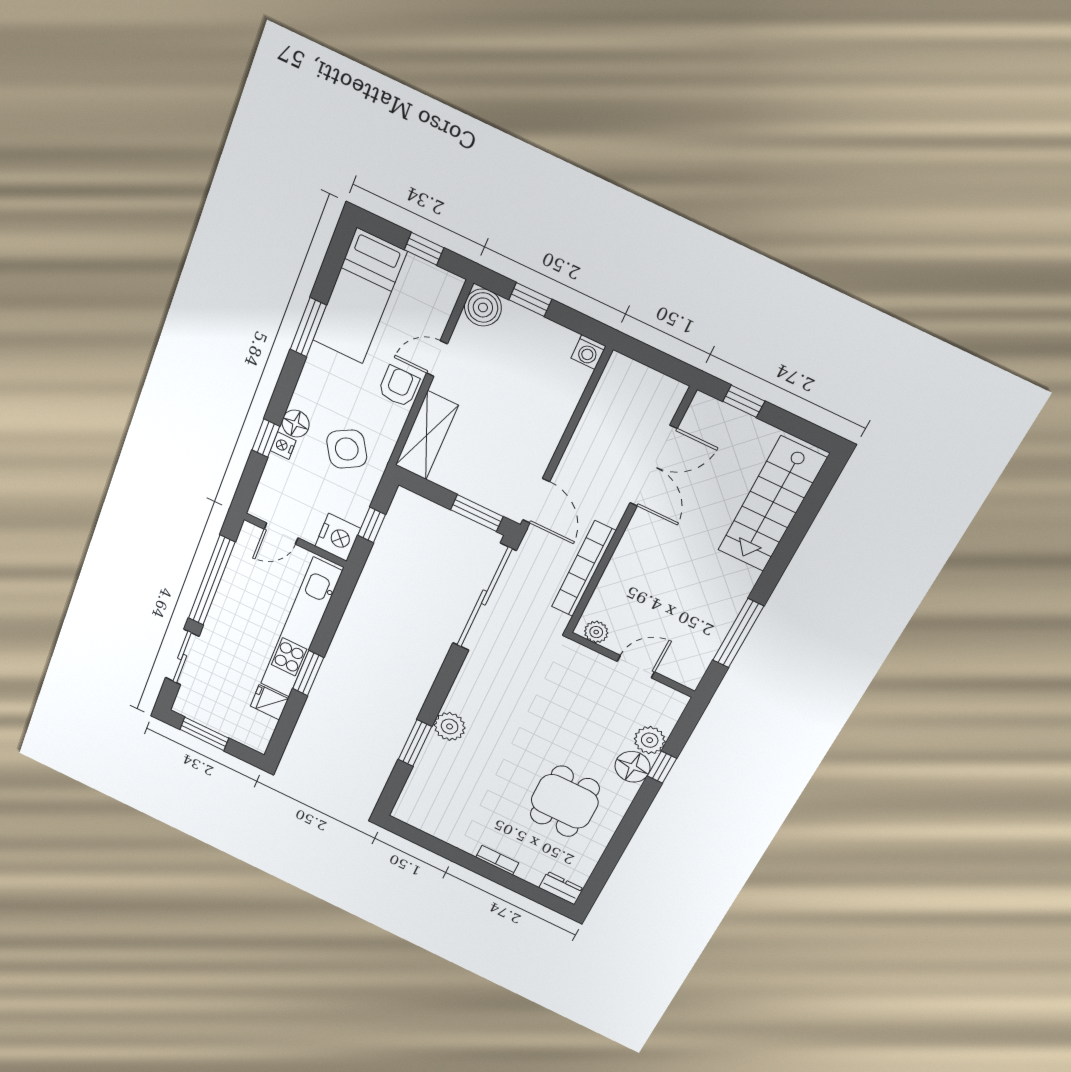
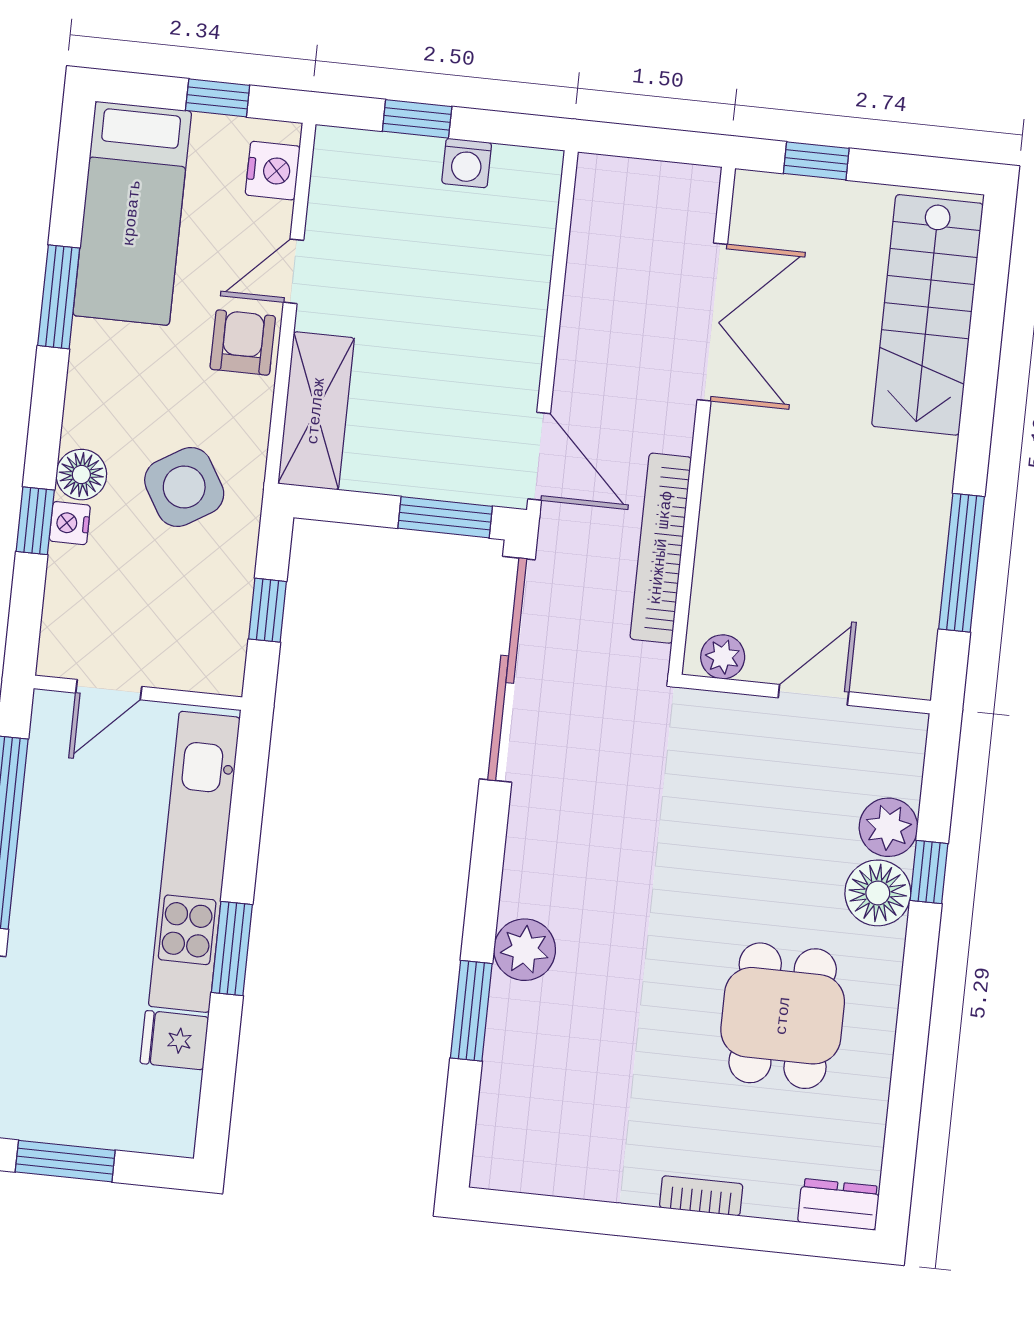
boiler: (483, 307) -> (344, 159), removed
washing machine: (588, 352) -> (467, 163), moved
nightstand: (338, 537) -> (273, 171), moved, width x0.74, depth x0.75

